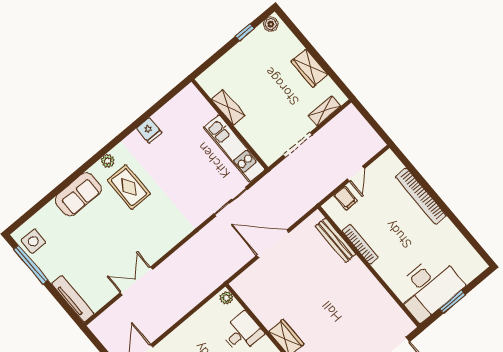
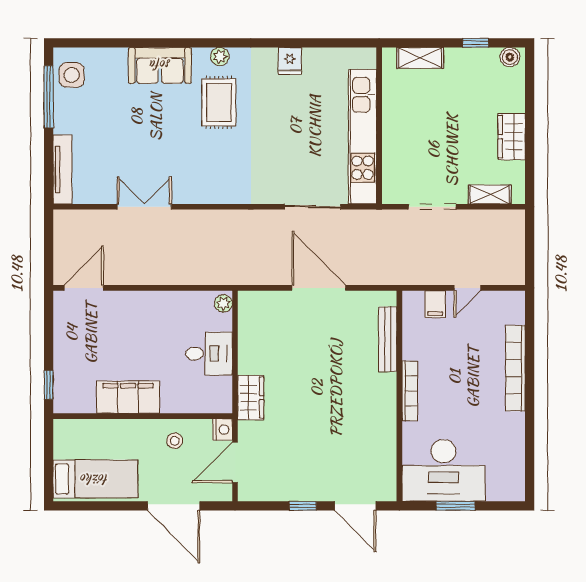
shelving: (228, 107) -> (420, 58), moved, turned 90
kitchen unit: (234, 149) -> (363, 137), width x1.36
bookcase: (360, 244) -> (410, 391), moved

